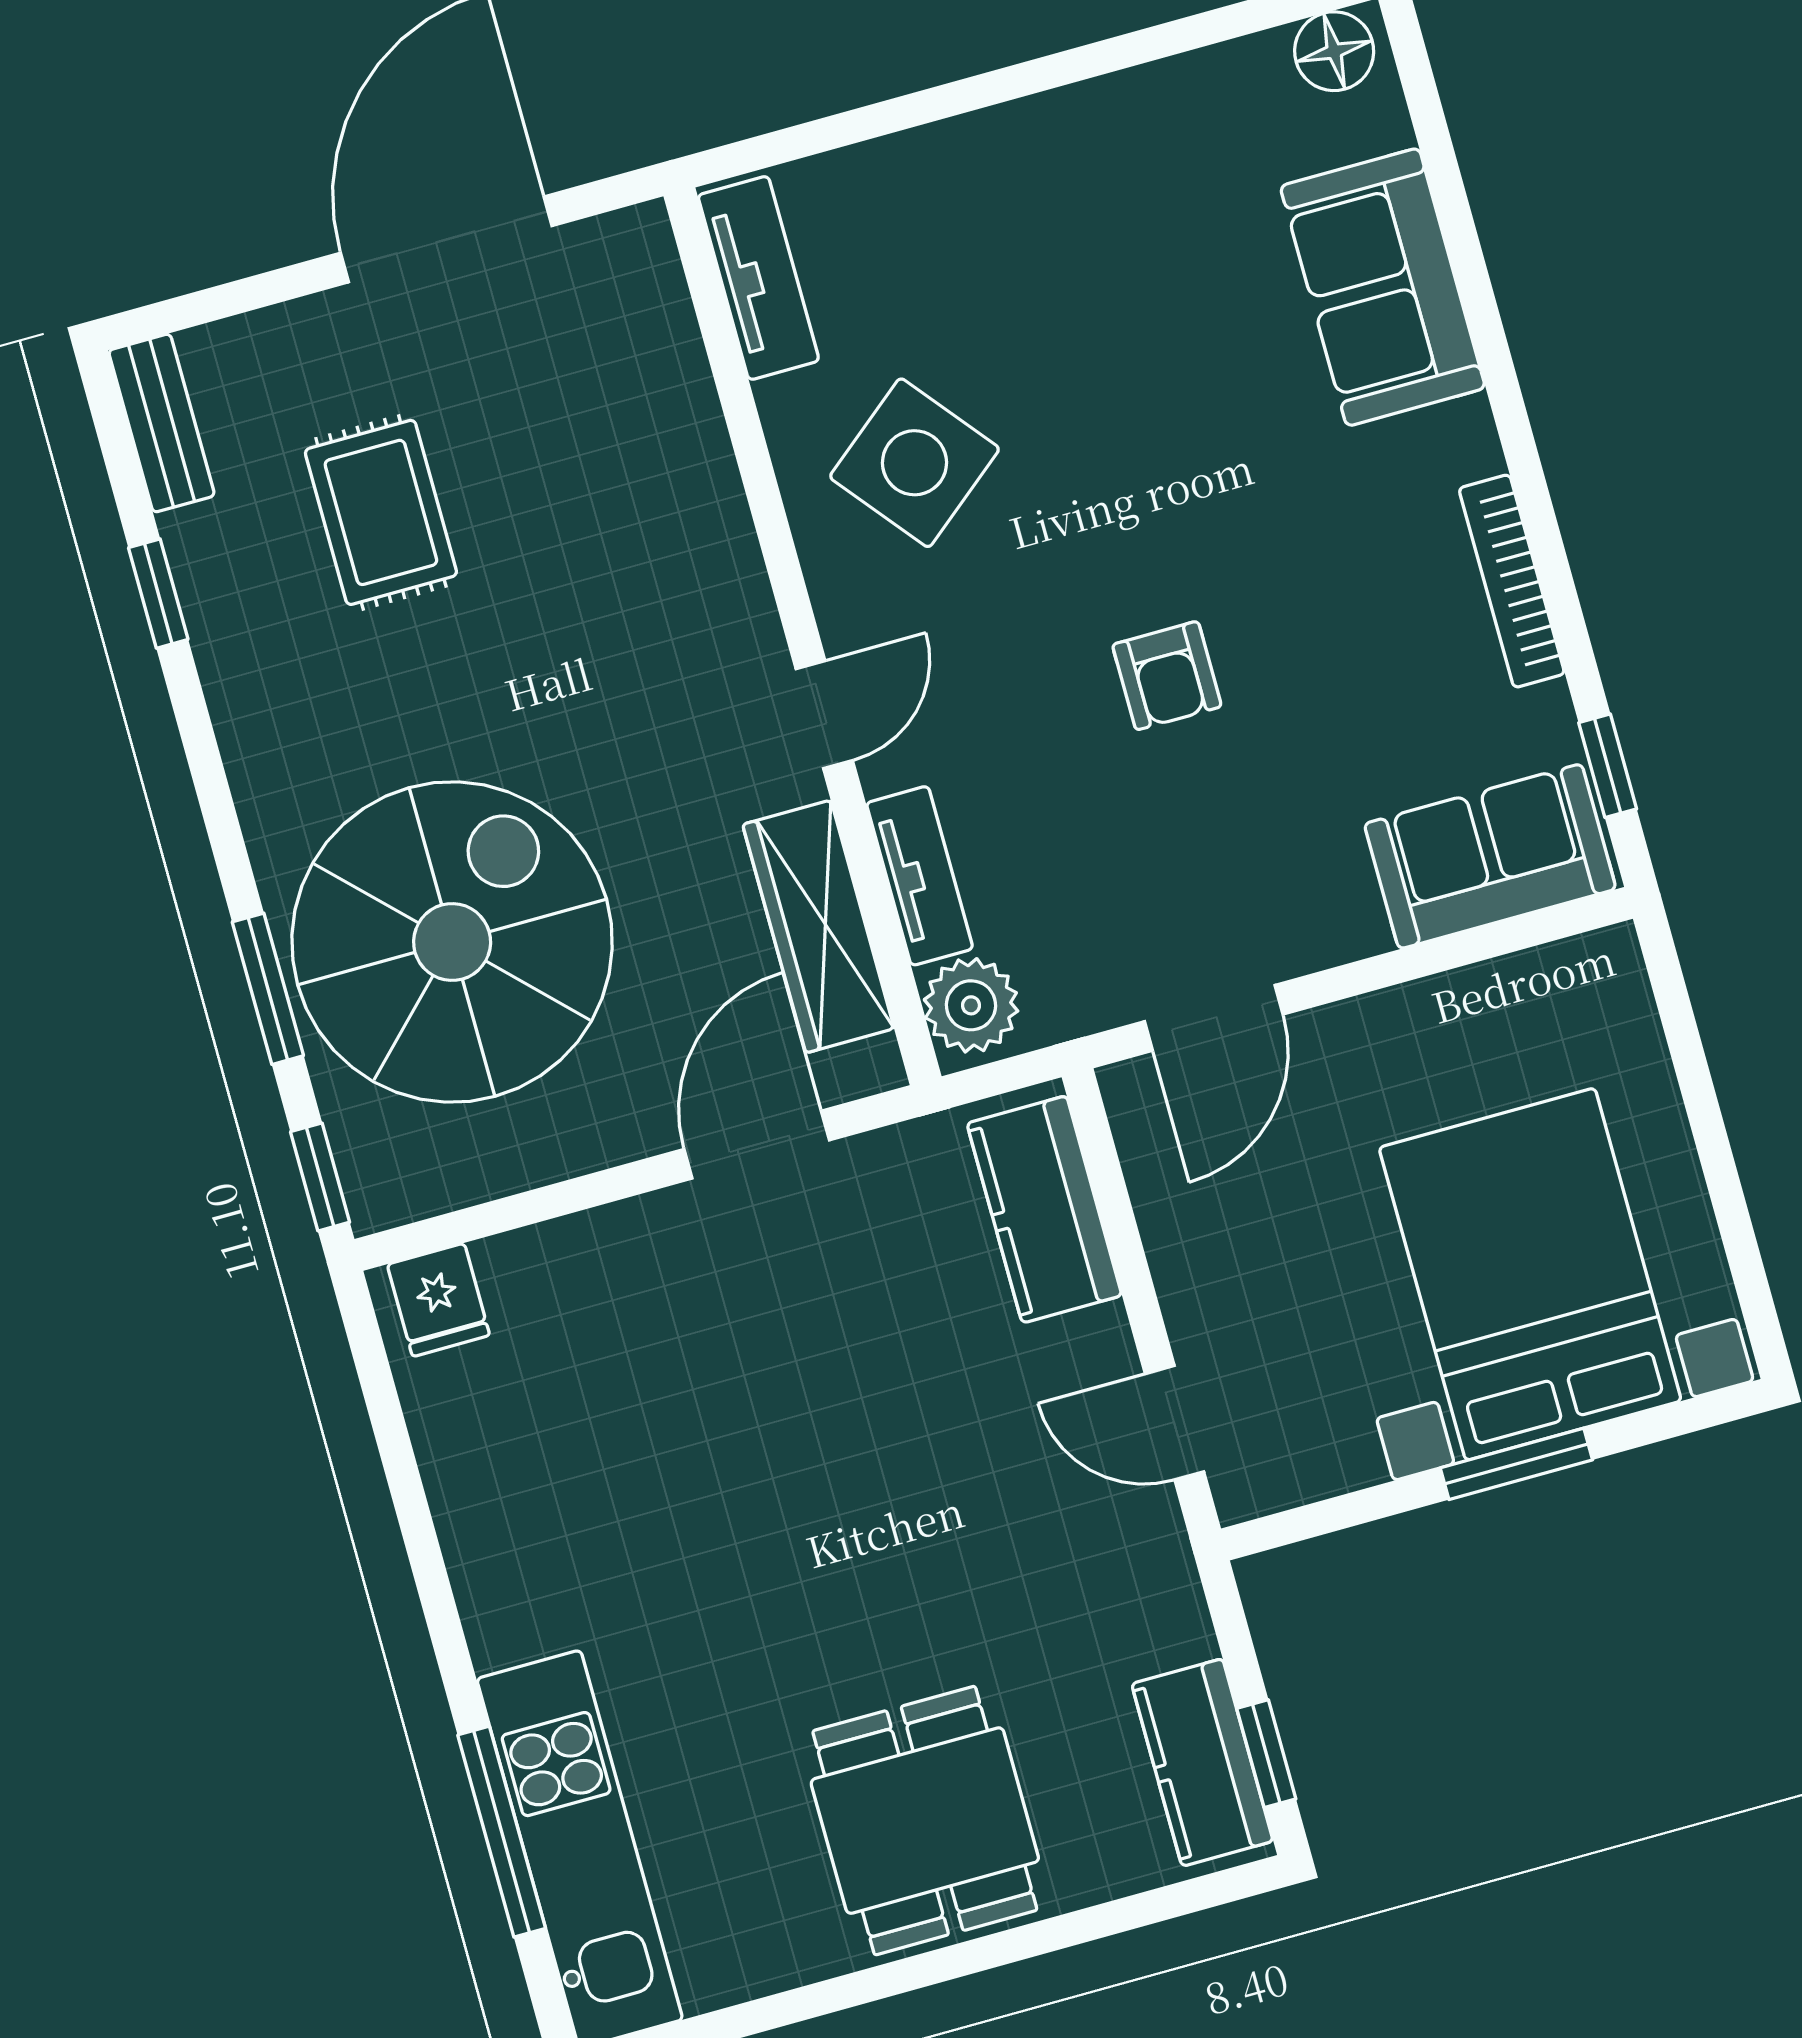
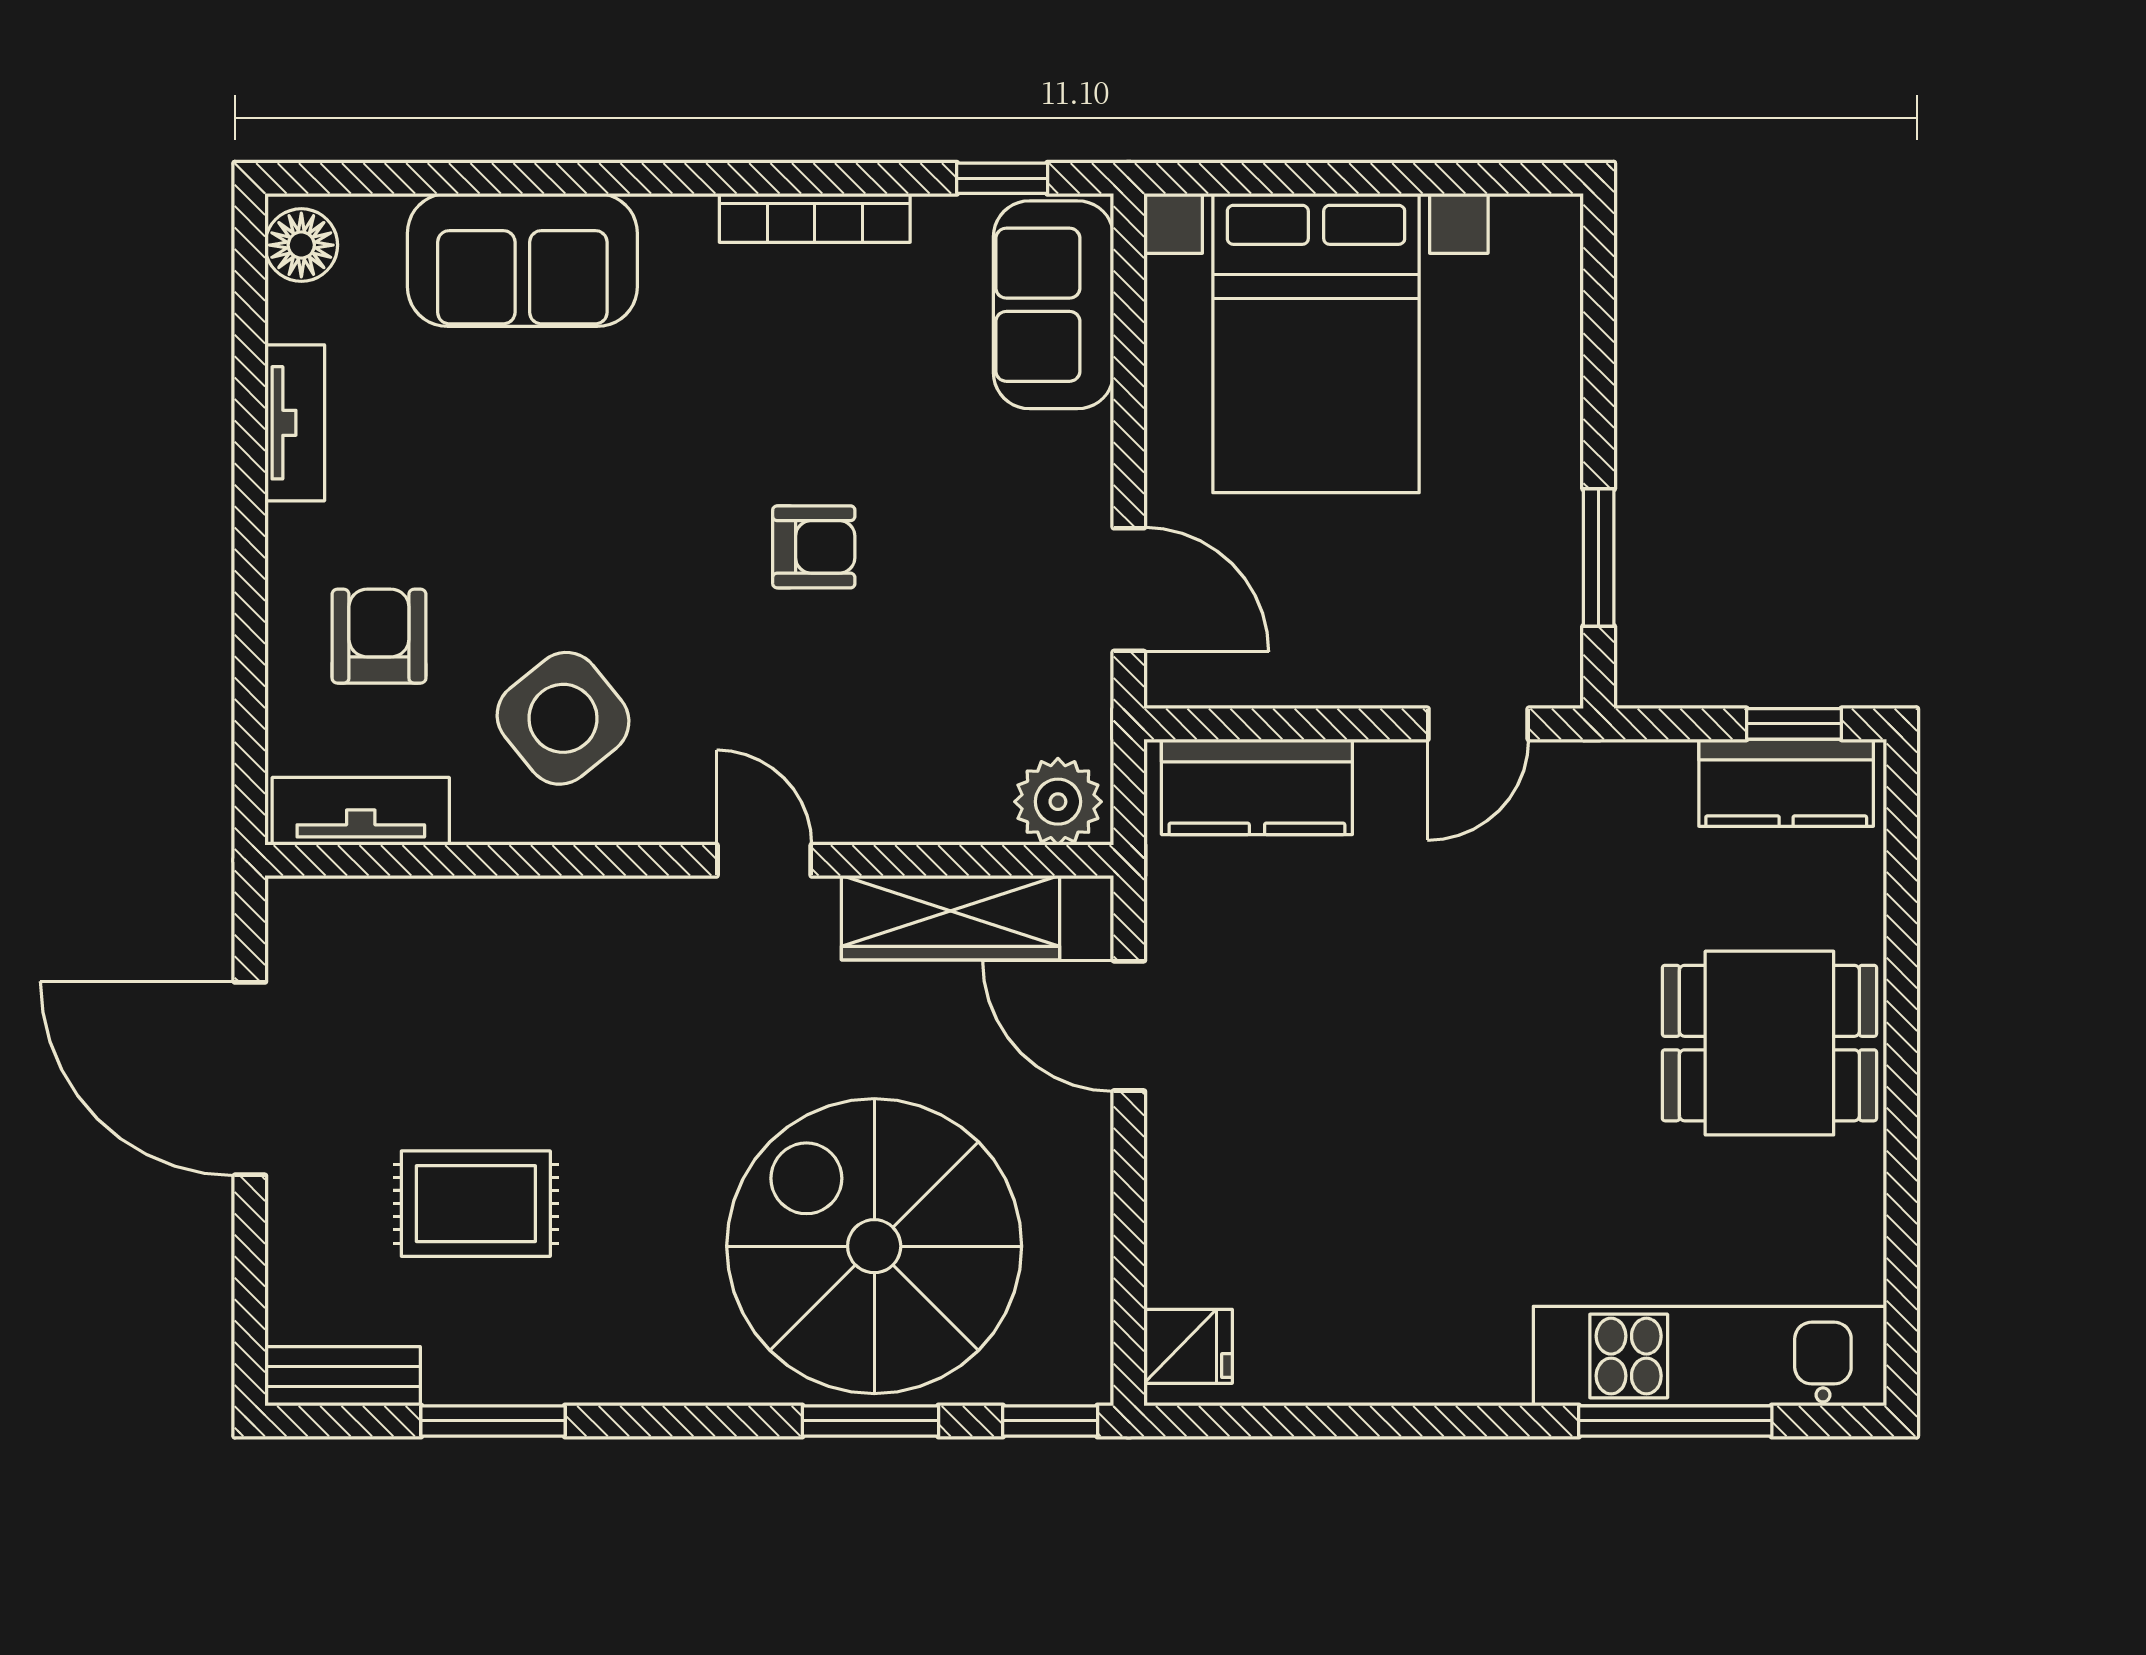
armchair: (947, 246) -> (379, 636), added
window: (158, 594) -> (493, 1421), width x1.50
tv unit: (920, 876) -> (295, 423), moved, turned 90
bed with nightstands: (1530, 1274) -> (1316, 343), moved, turned -90
window: (1516, 1464) -> (1599, 558), moved

